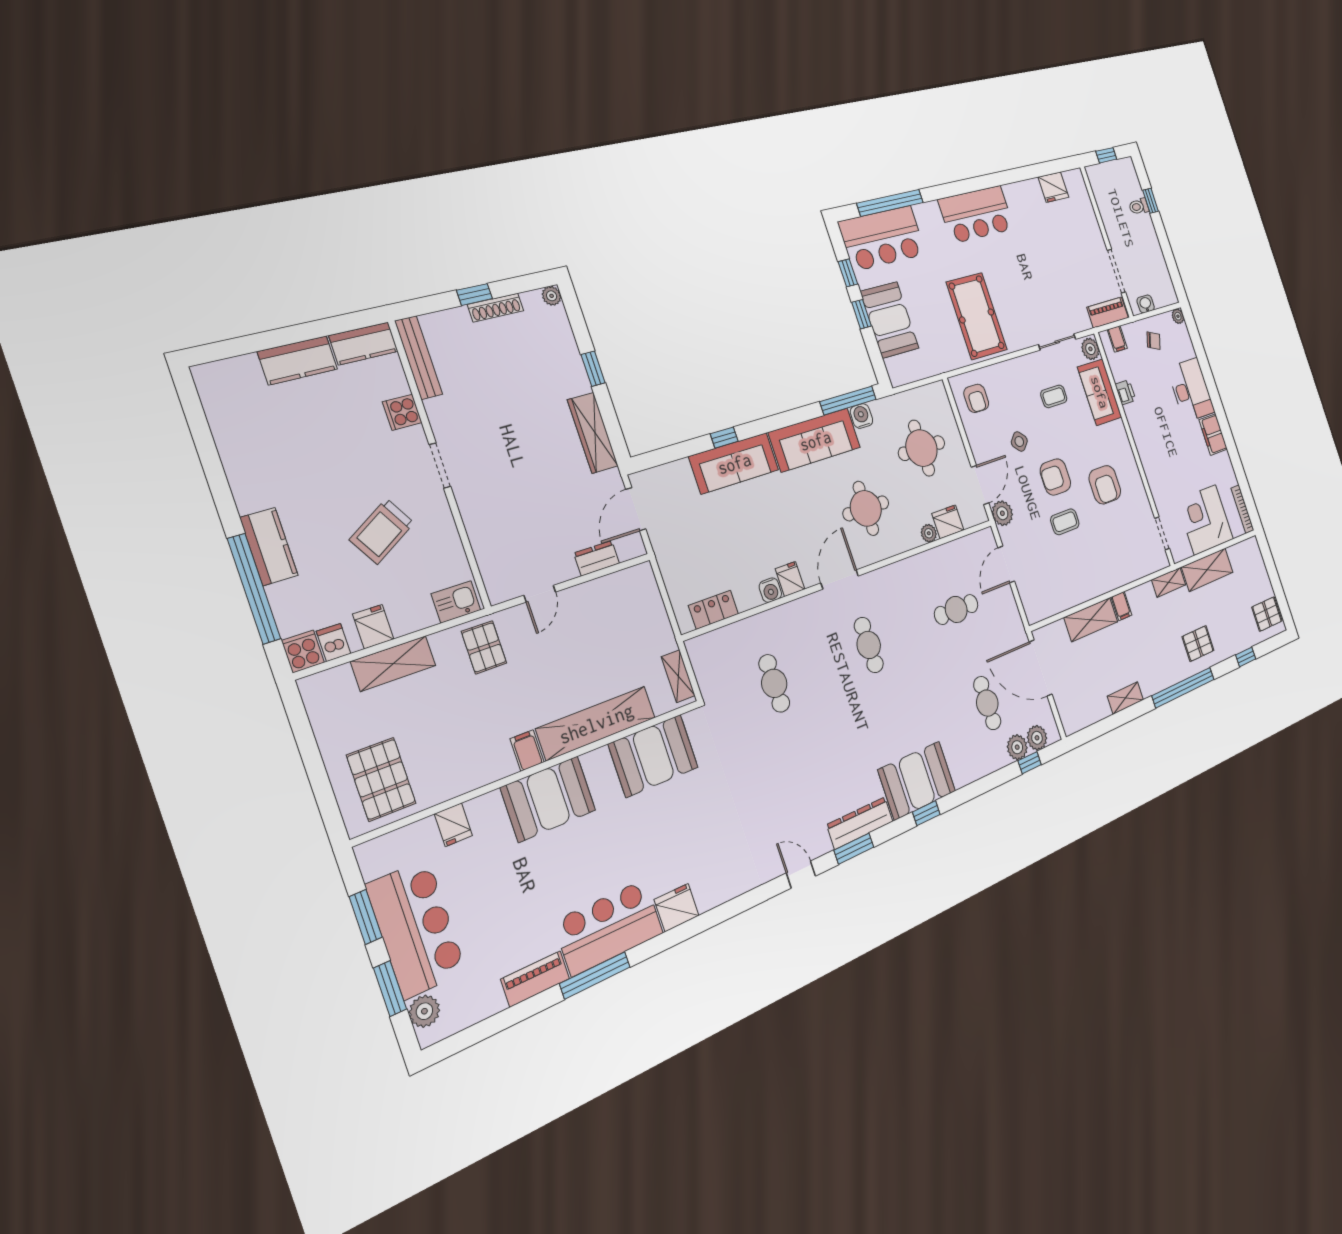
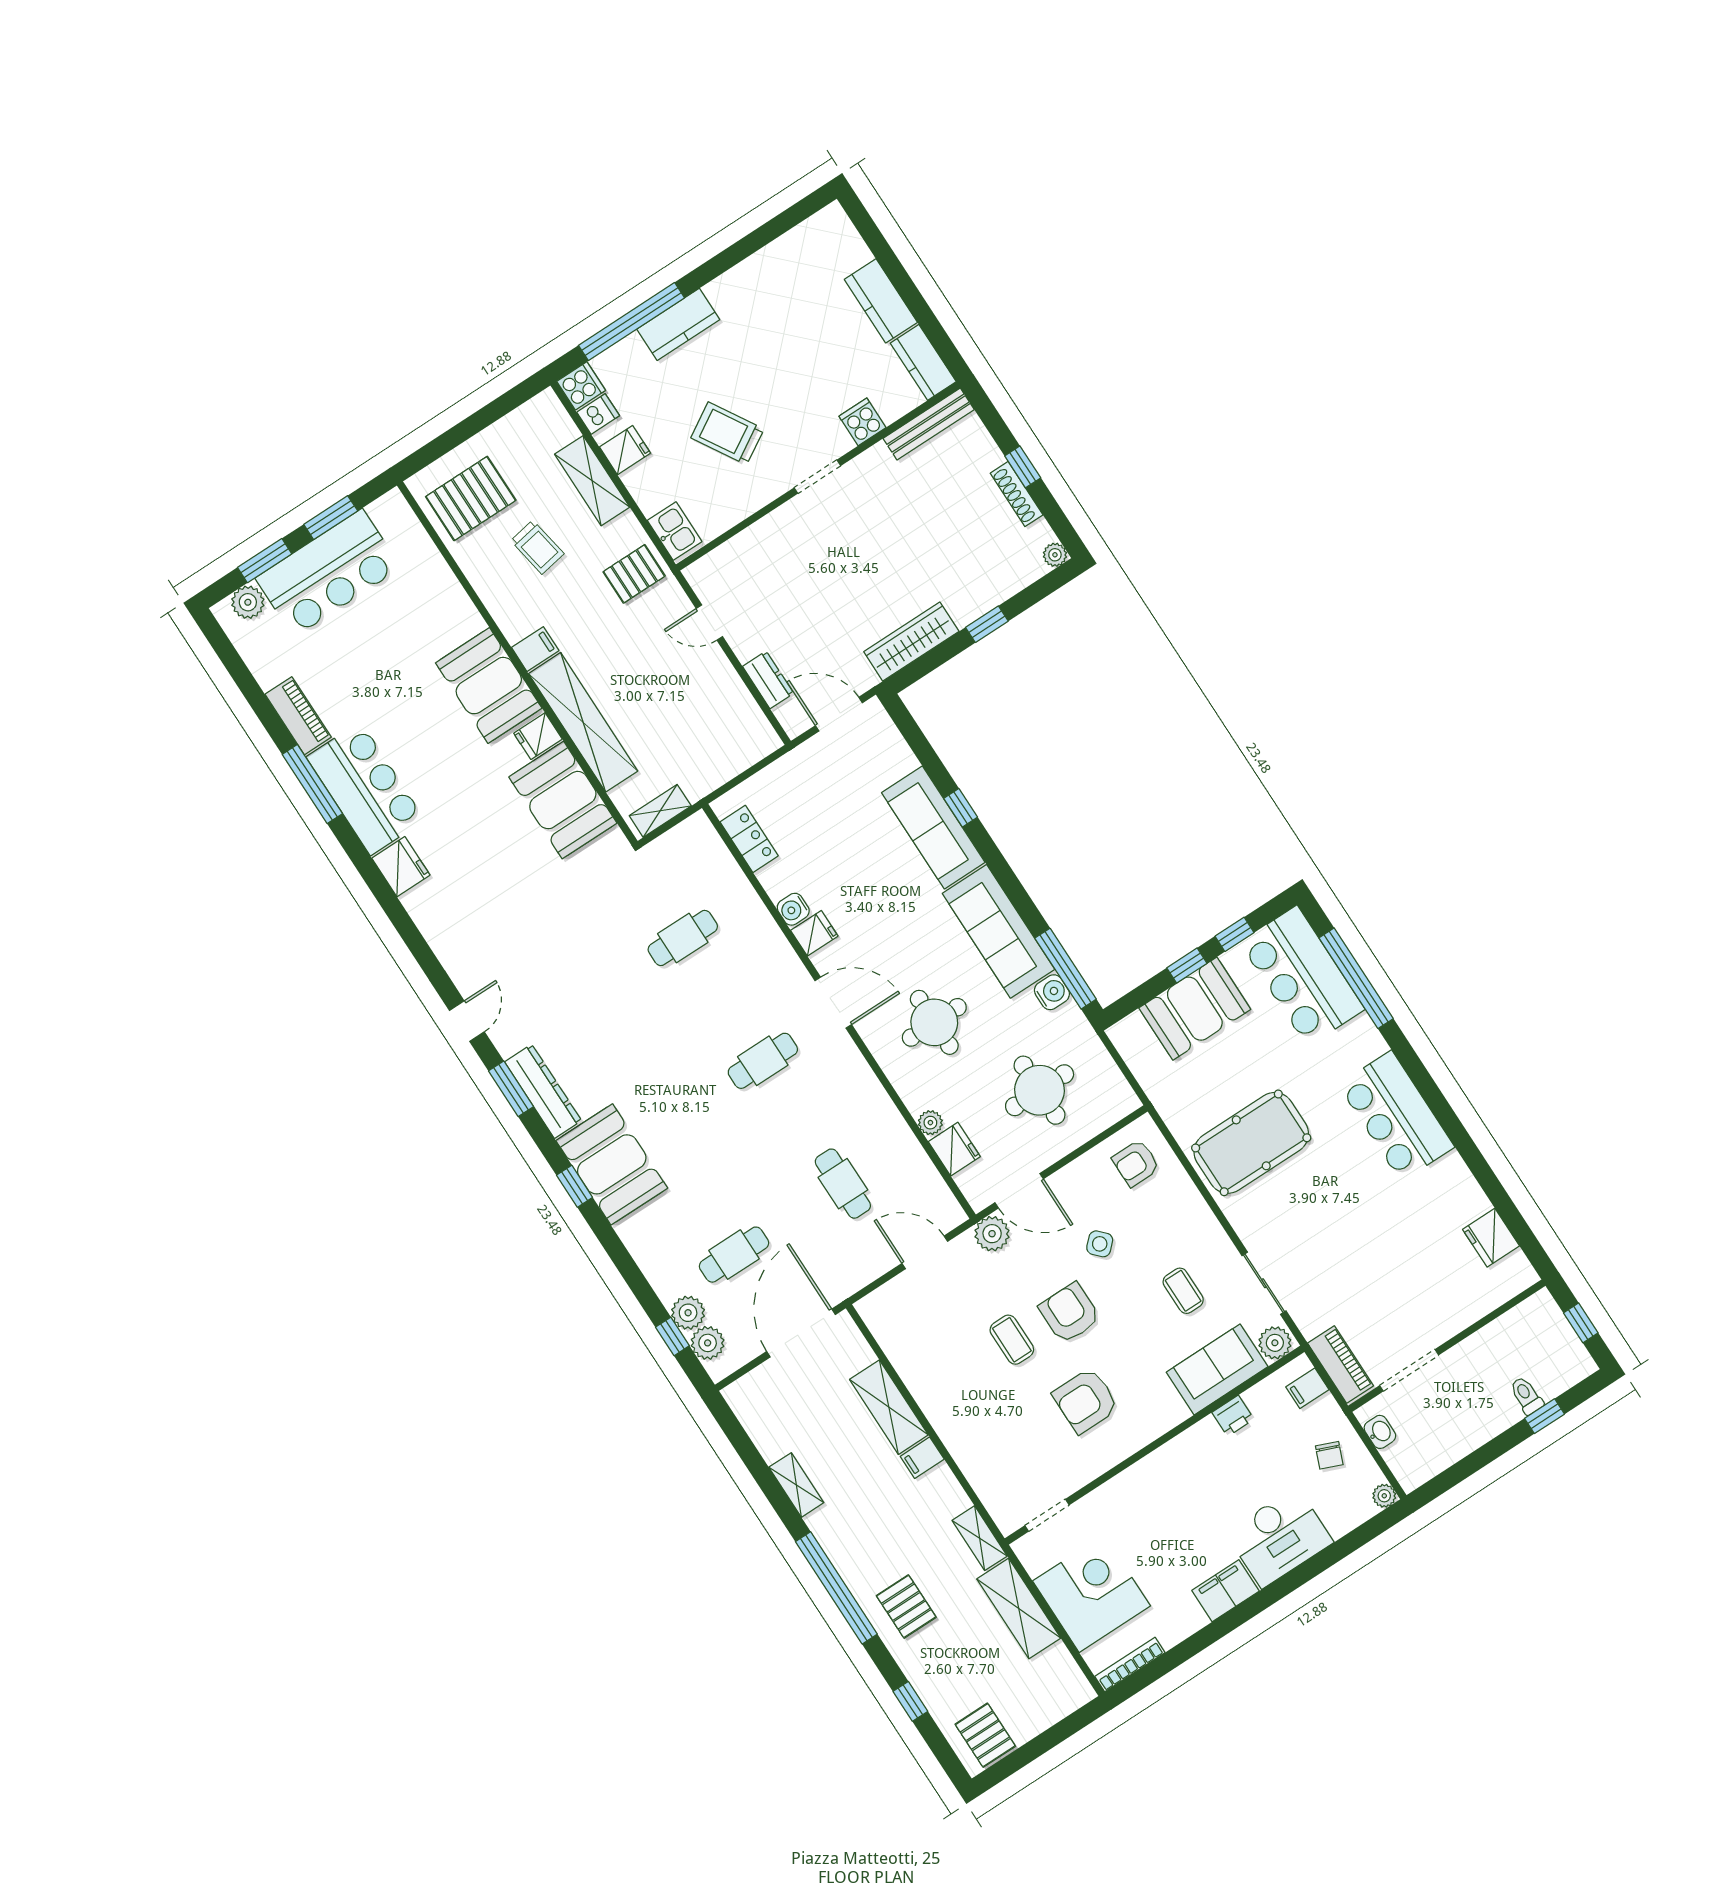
trolley: (440, 728) -> (537, 547), added
fridge: (453, 825) -> (538, 736), moved

